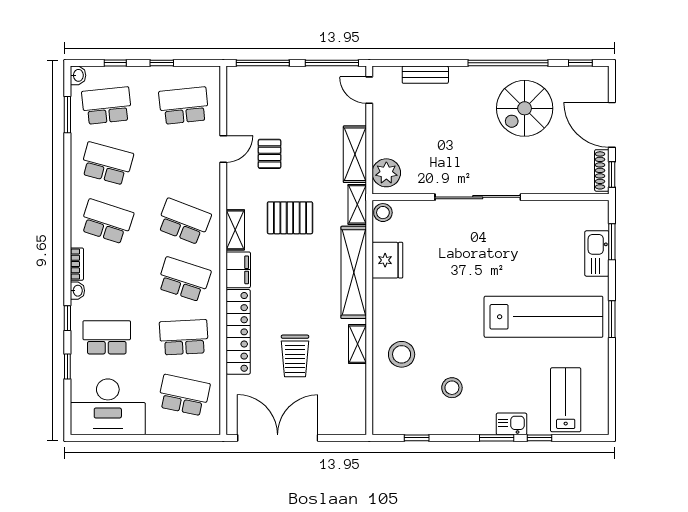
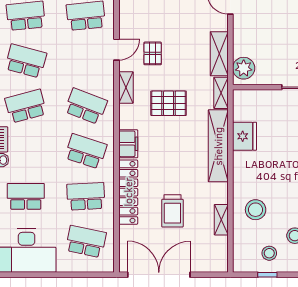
stool: (383, 213) -> (269, 253), moved
school desk: (107, 221) -> (26, 106), turned -33
shelving: (235, 230) -> (126, 88), moved
shelving: (357, 344) -> (221, 220), moved

